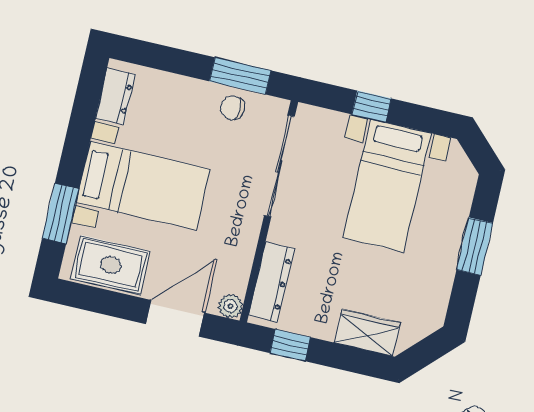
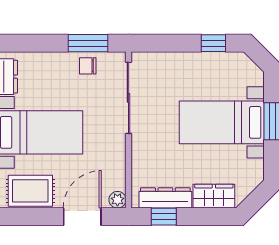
window: (371, 106) -> (213, 43), moved
bed with nightstands: (387, 186) -> (222, 122), moved, turned 90
dresser: (271, 282) -> (165, 198), moved, turned -90

